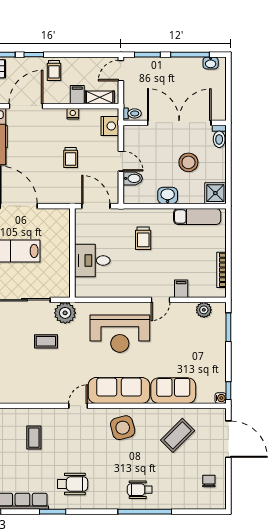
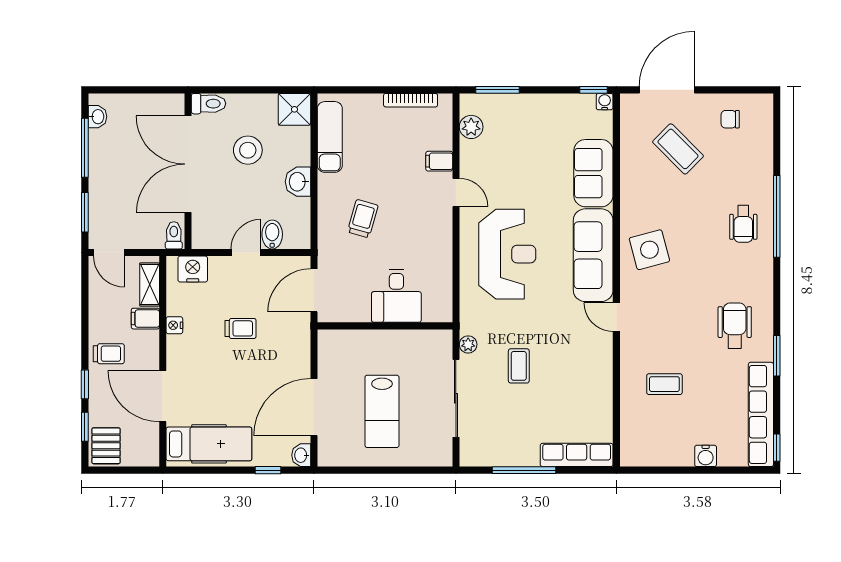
trolley: (143, 238) -> (363, 219), turned -74
plant: (65, 313) -> (468, 344), width x0.53, depth x0.53
coffee table: (178, 435) -> (678, 149), moved

